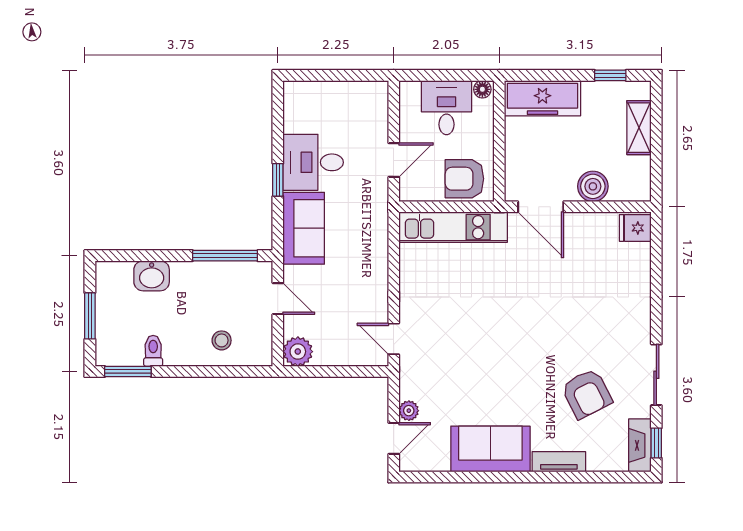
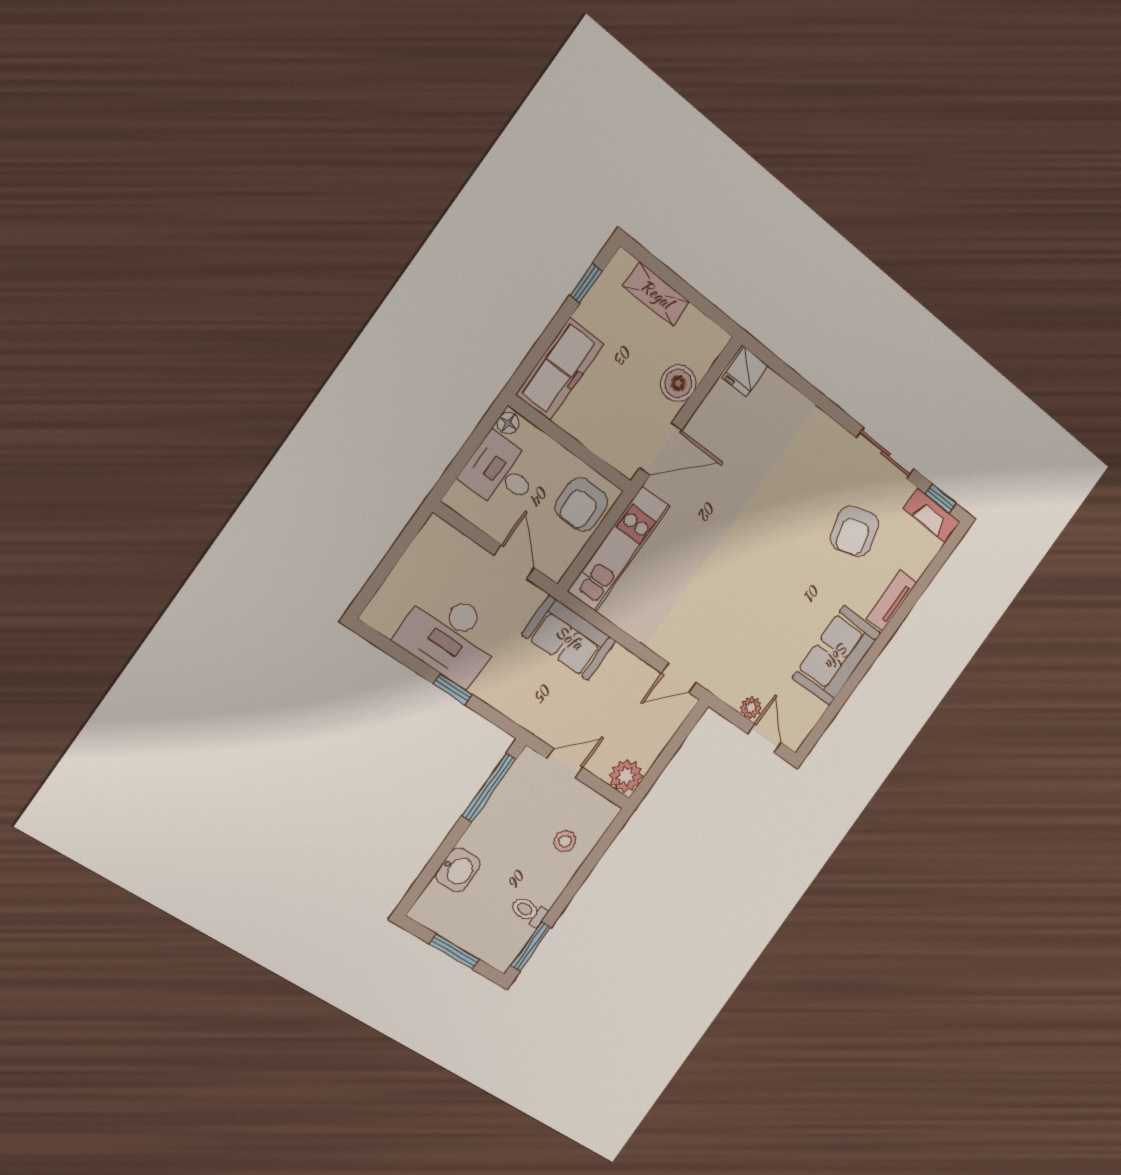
desk: (313, 162) -> (450, 636), width x1.37
sofa: (304, 228) -> (569, 638), moved, turned 180
armchair: (587, 394) -> (854, 531), turned 101

